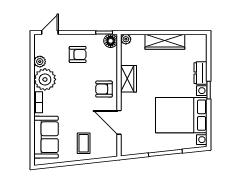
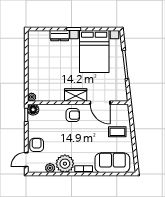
door: (50, 32) -> (26, 160), hinge flipped
wardrobe: (165, 42) -> (34, 65), removed
armchair: (78, 55) -> (37, 145), moved
wardrobe: (128, 79) -> (76, 95), moved
armchair: (104, 89) -> (73, 115), turned -90
door: (119, 122) -> (100, 103), hinge flipped

